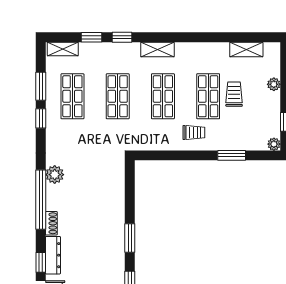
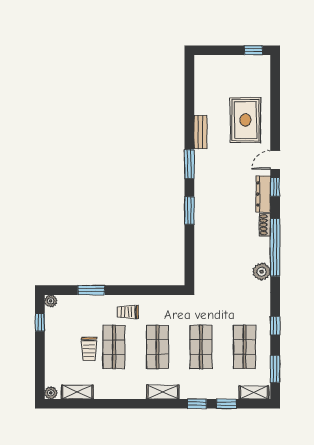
plant: (274, 84) -> (51, 393), moved
window: (41, 86) -> (275, 369), moved

